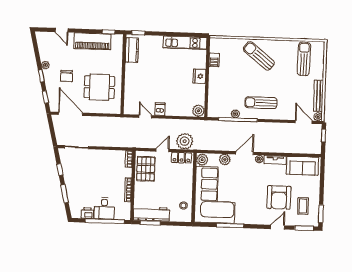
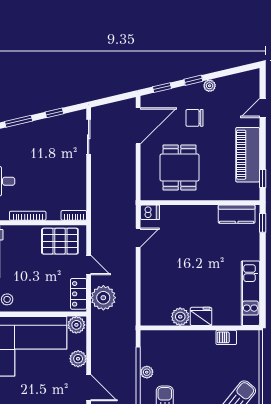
dishwasher: (160, 109) -> (150, 212), moved
plant: (198, 111) -> (180, 317), moved

